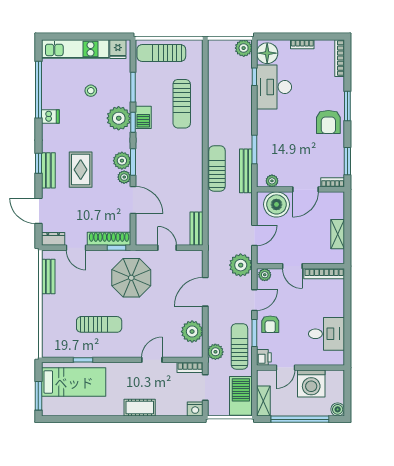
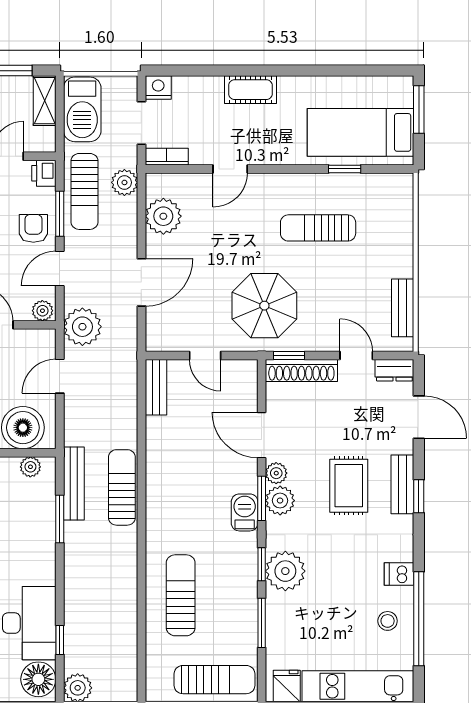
stool: (91, 91) -> (388, 621), moved
barbecue: (143, 117) -> (245, 512), moved
sun lounger: (217, 168) -> (122, 487), turned 180

